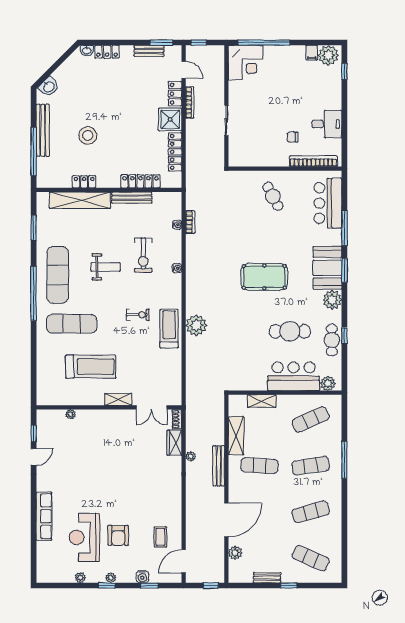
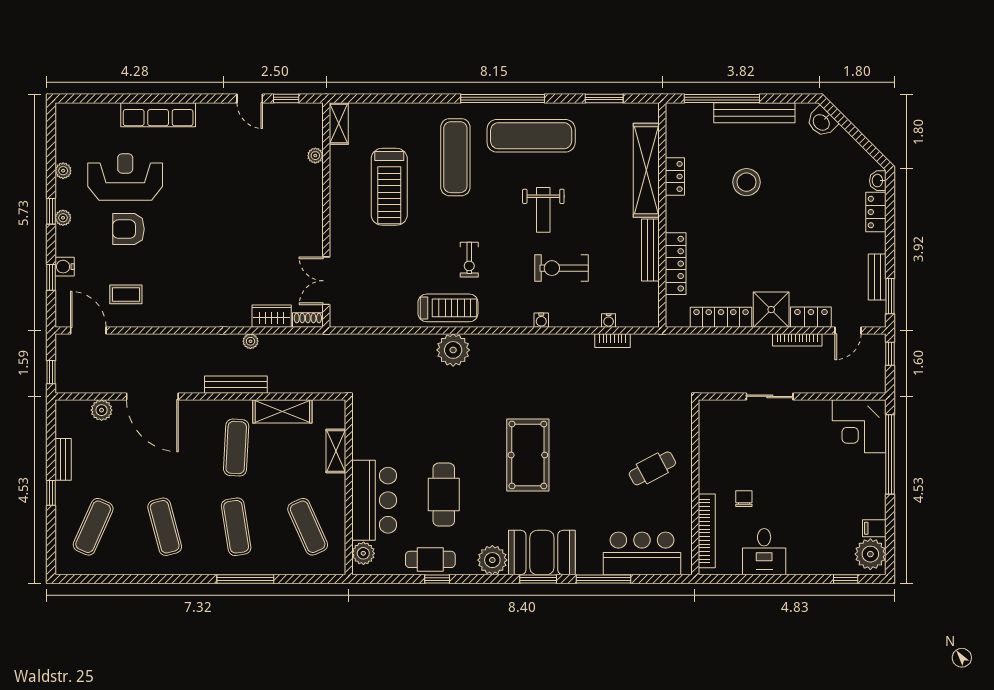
shelving: (118, 399) -> (339, 124), moved

